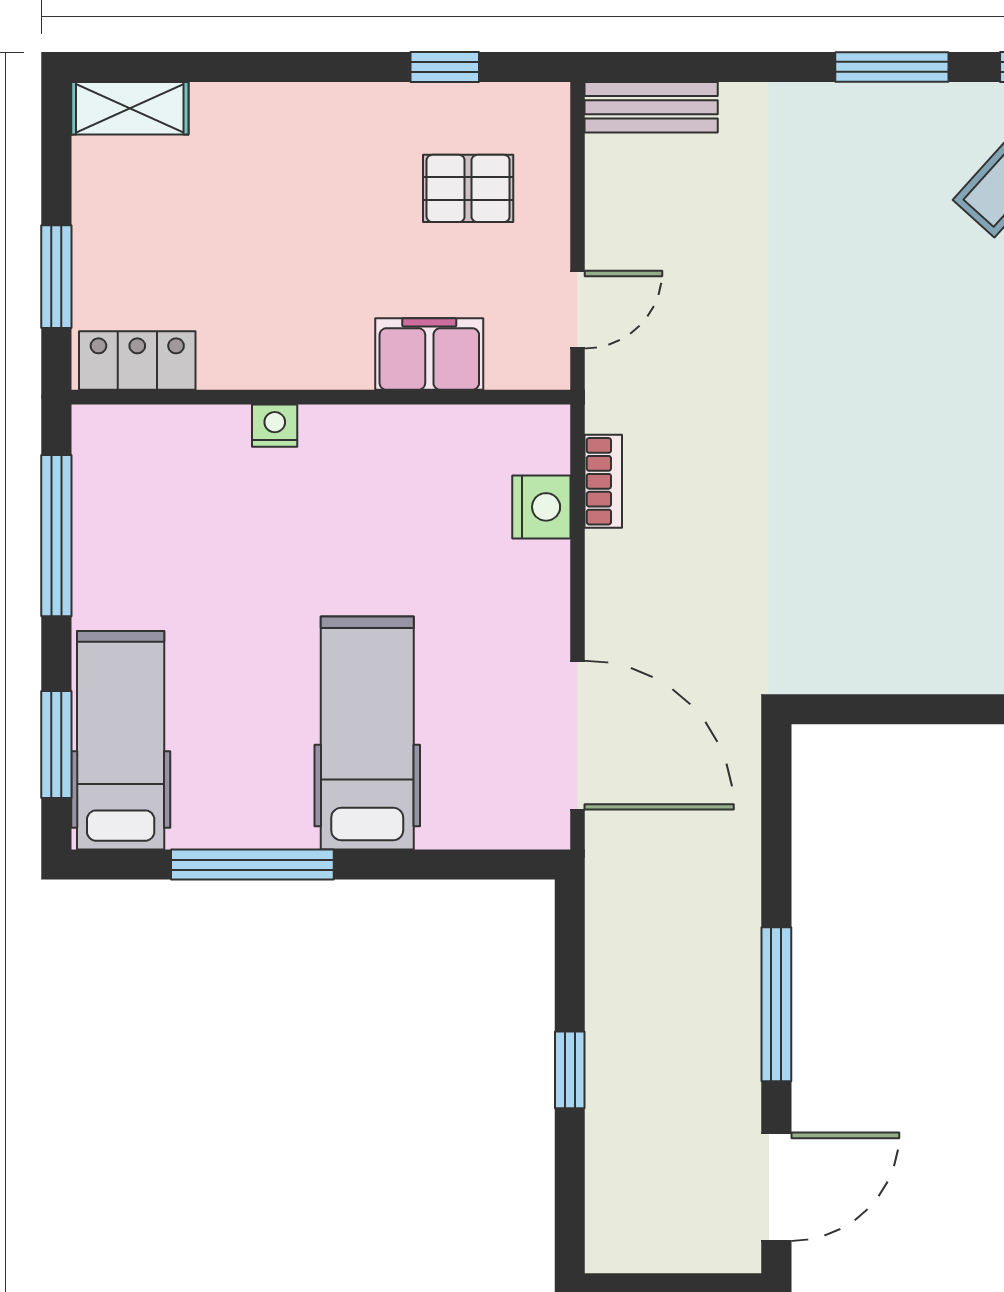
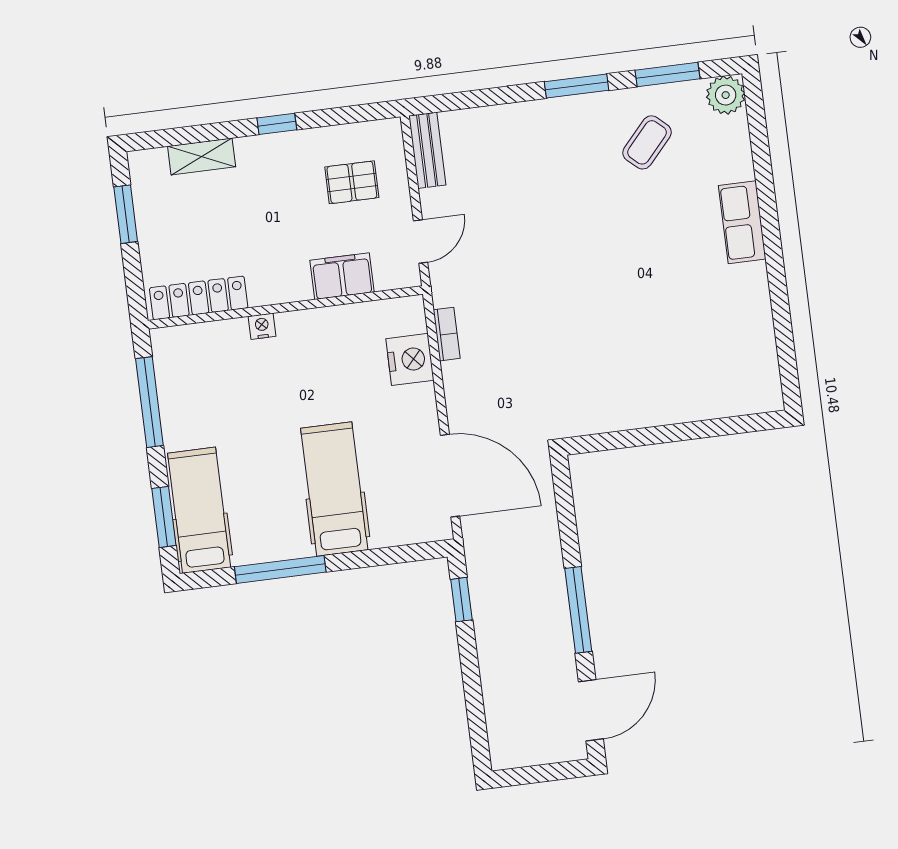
window: (445, 67) -> (277, 124), moved
bench: (651, 107) -> (427, 150), moved, turned 90
shelving: (130, 108) -> (202, 156), moved
window: (56, 277) -> (126, 214), moved
locker: (137, 361) -> (199, 298), width x1.53
nightstand: (541, 507) -> (410, 359), width x1.36, depth x1.33
window: (570, 1070) -> (461, 600), moved

